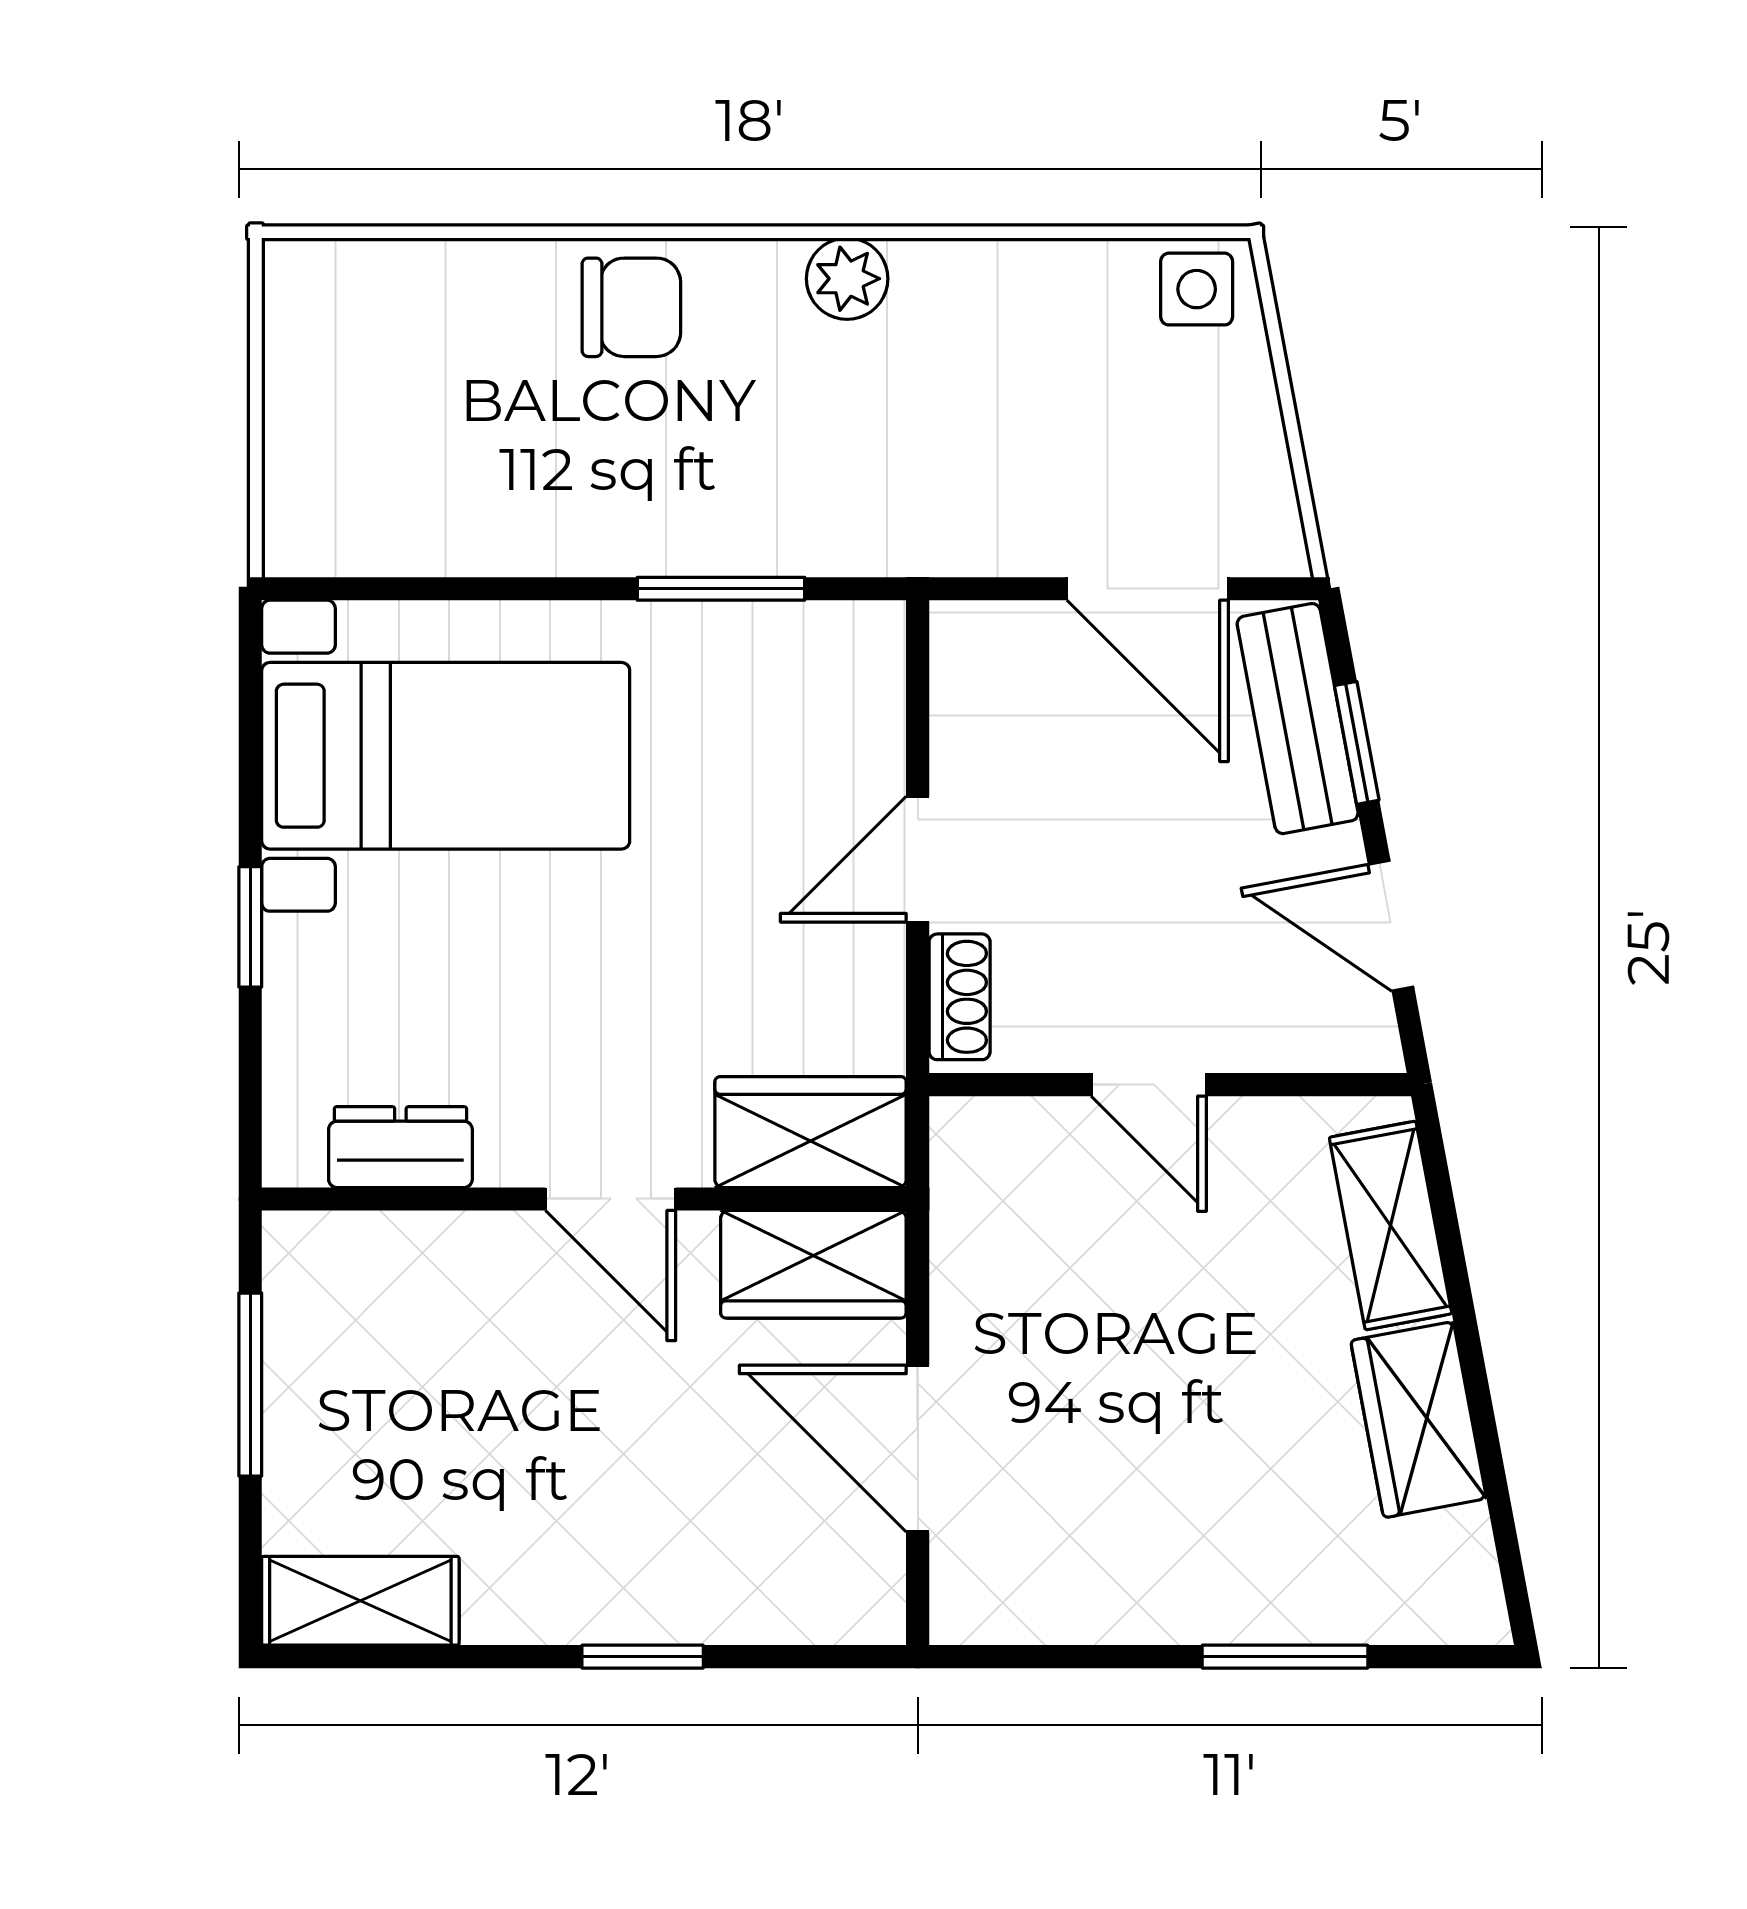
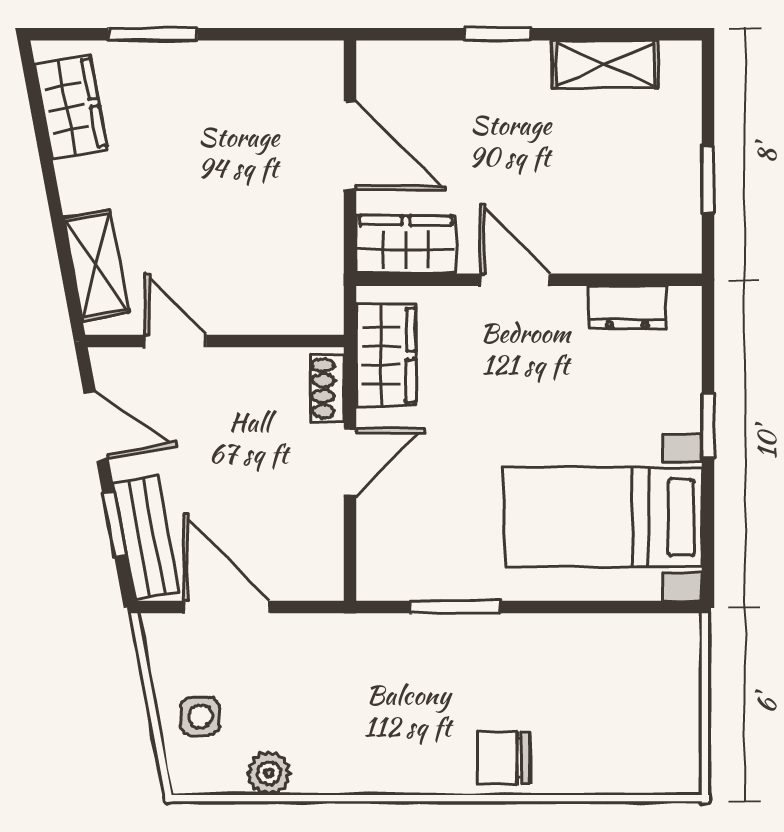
plant: (847, 279) -> (269, 773), moved
side table: (1197, 289) -> (200, 716), moved
door: (1149, 1085) -> (175, 341), moved
wardrobe: (811, 1132) -> (386, 355), moved, turned -90
window: (250, 1385) -> (708, 180), width x0.67
wardrobe: (1419, 1420) -> (71, 107), moved
shelving: (360, 1601) -> (605, 64), moved

